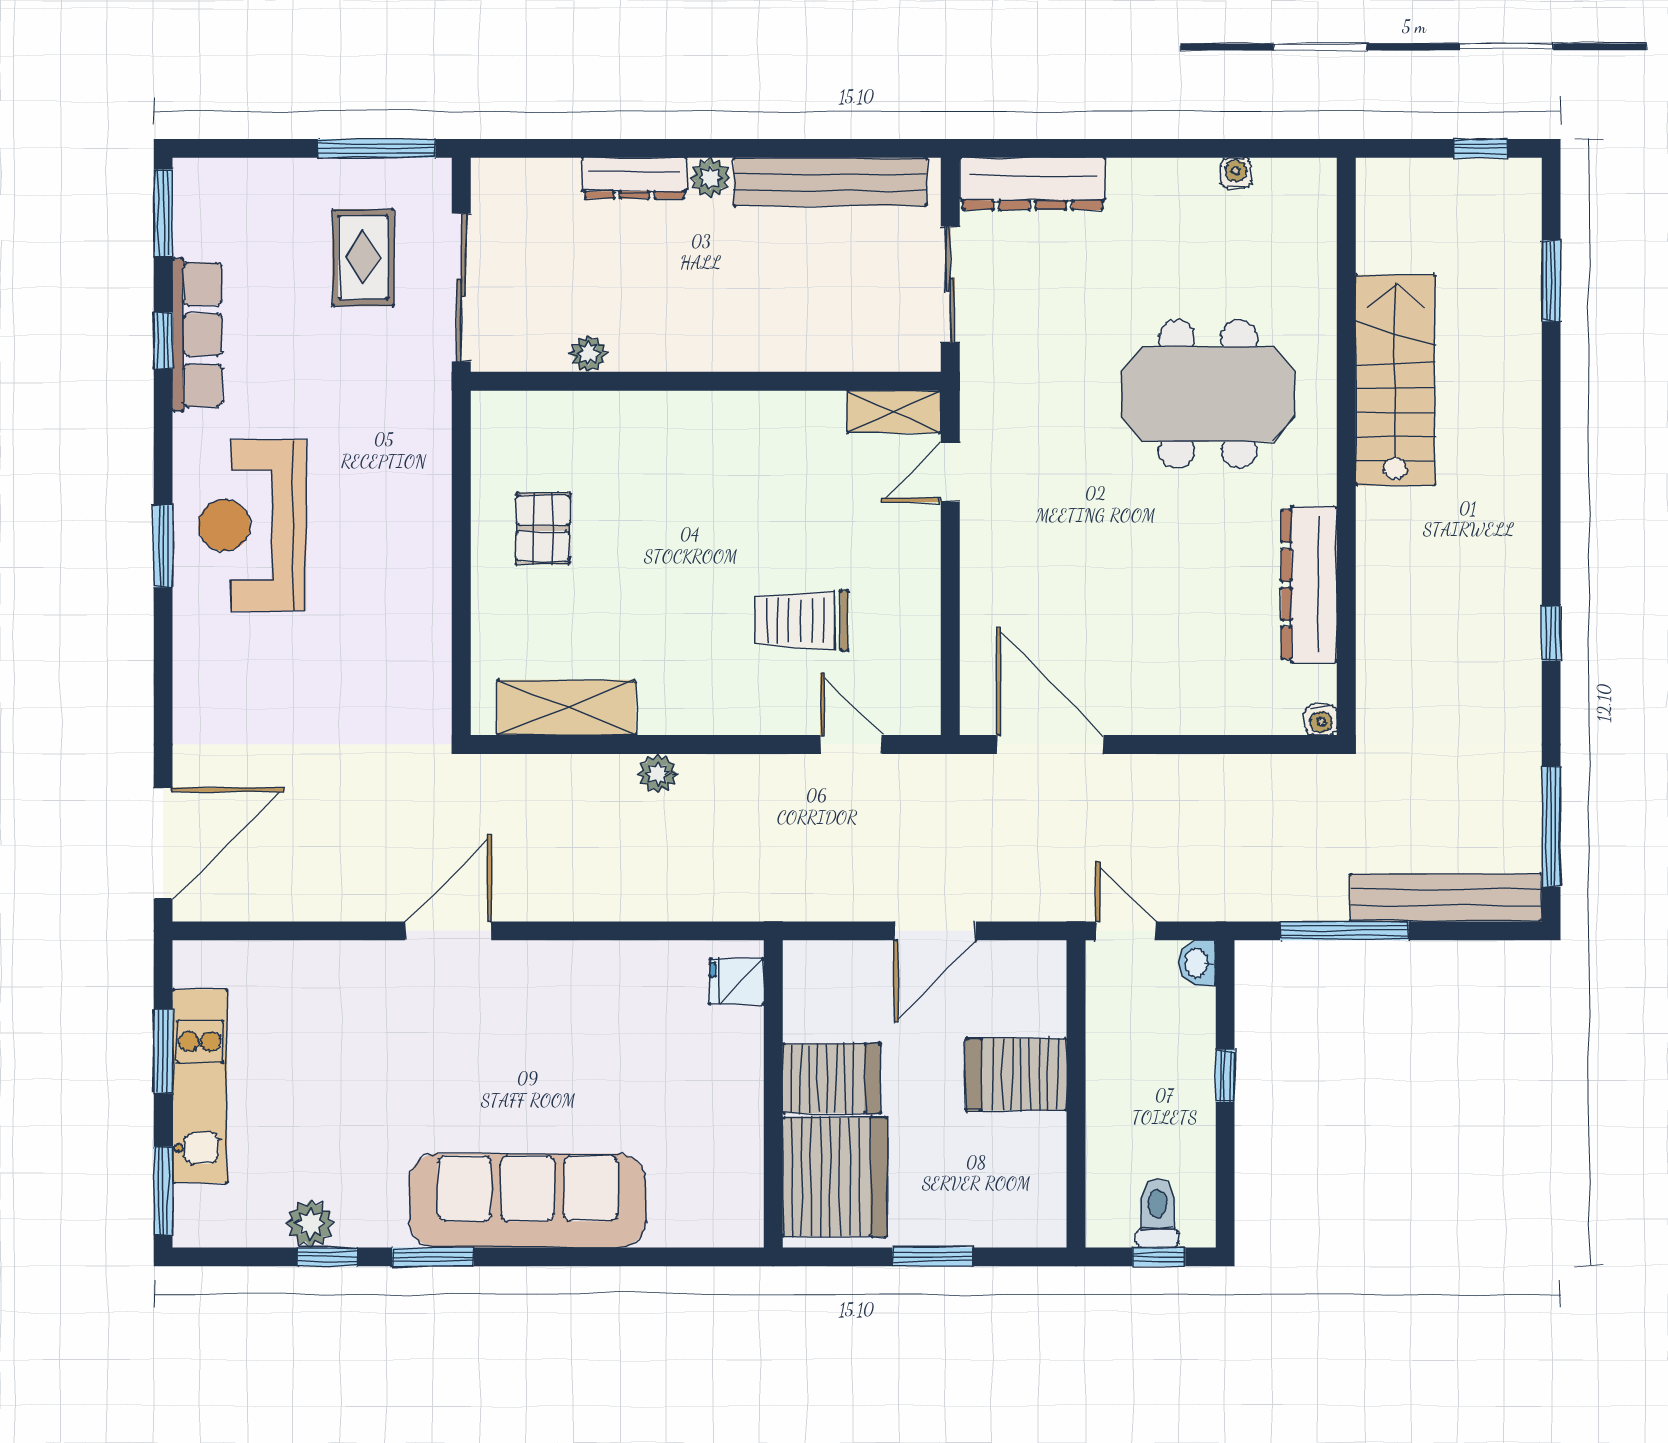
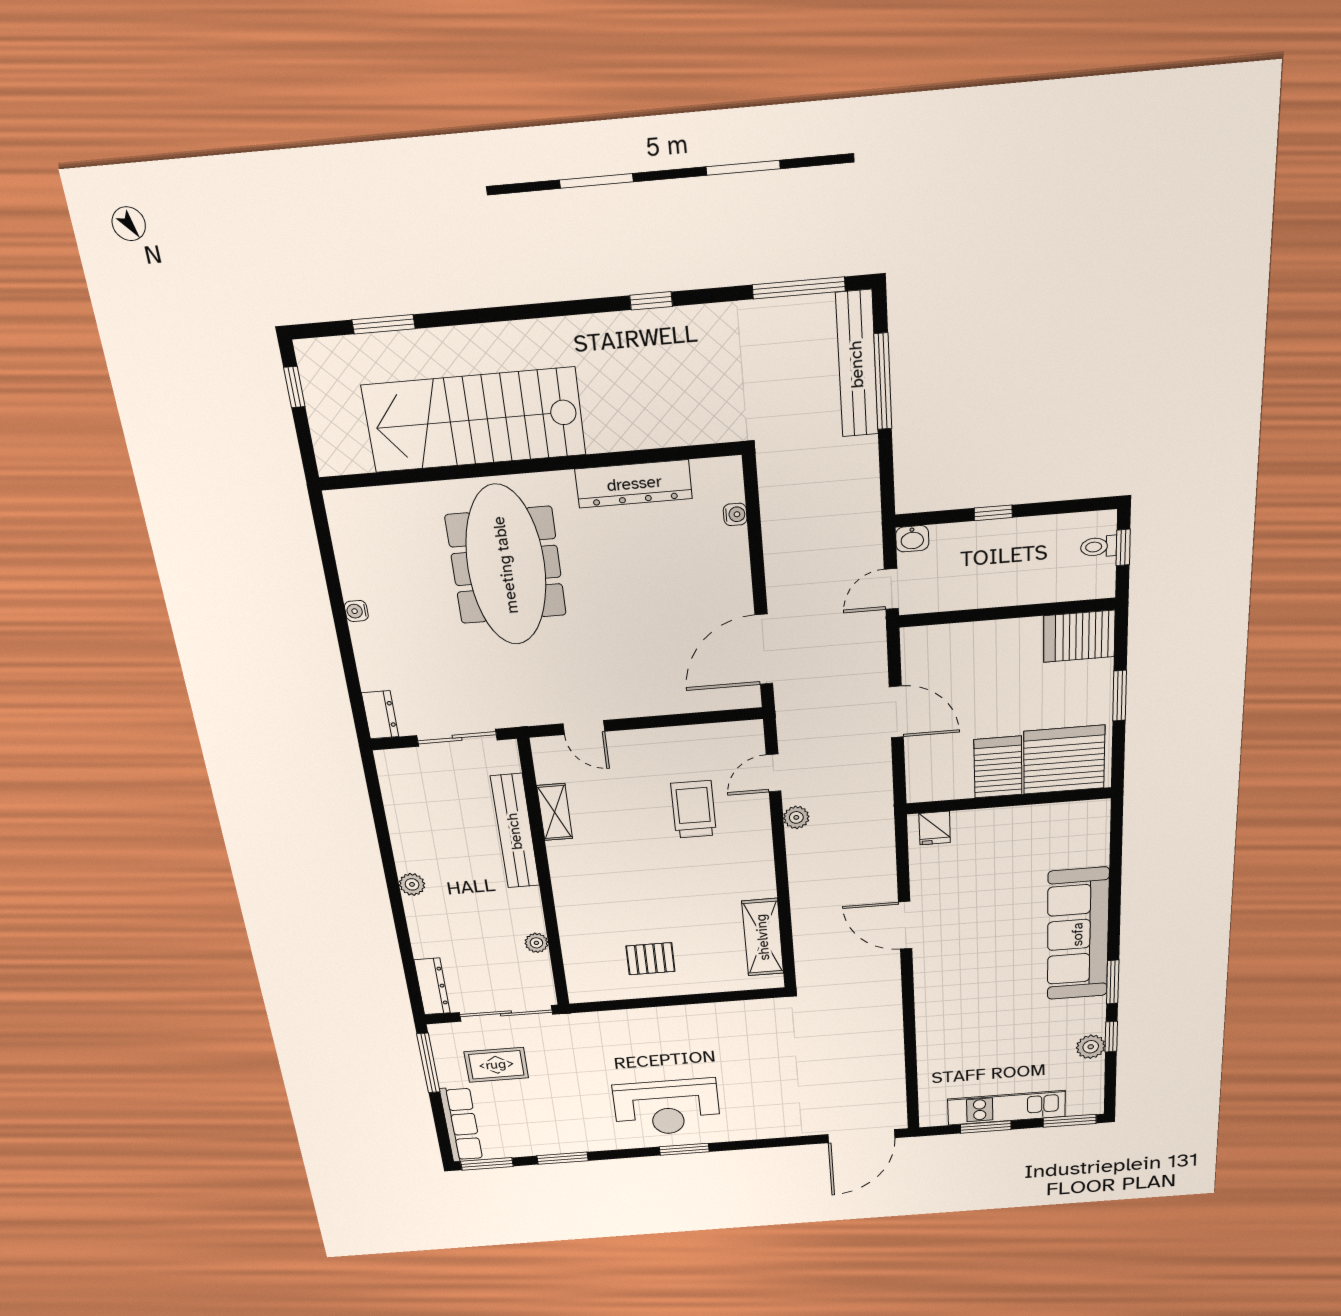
water cooler: (1236, 173) -> (356, 611), moved
dresser: (634, 178) -> (432, 986), moved
bench: (830, 182) -> (515, 831), moved
dresser: (1033, 184) -> (380, 715), width x0.51, depth x0.80
row of seats: (197, 335) -> (461, 1124), moved, turned 90
window: (163, 341) -> (563, 1158), width x1.50
stairs: (1395, 380) -> (474, 420), width x1.36, depth x1.51
meeting table: (1208, 394) -> (506, 565), width x1.36
shelving: (894, 412) -> (555, 812), moved
trolley: (801, 620) -> (694, 809), turned 180
water cooler: (1321, 720) -> (735, 514), moved
plant: (658, 773) -> (796, 817), moved
door: (163, 843) -> (861, 1136), swing flipped
door: (448, 931) -> (905, 925), moved
window: (1344, 931) -> (883, 382), moved
server rack: (1016, 1074) -> (1079, 636), moved, turned 90
toilet: (1158, 1213) -> (1099, 547), width x0.73, depth x0.72

